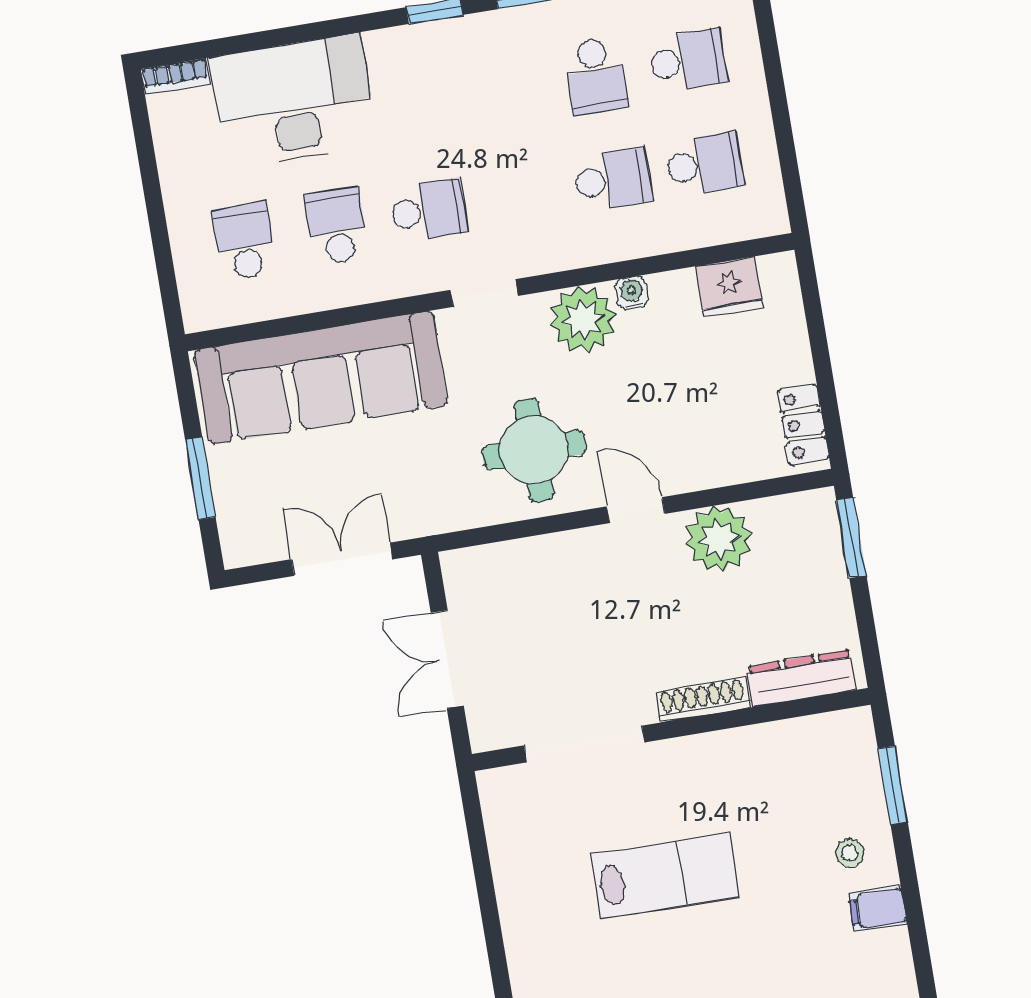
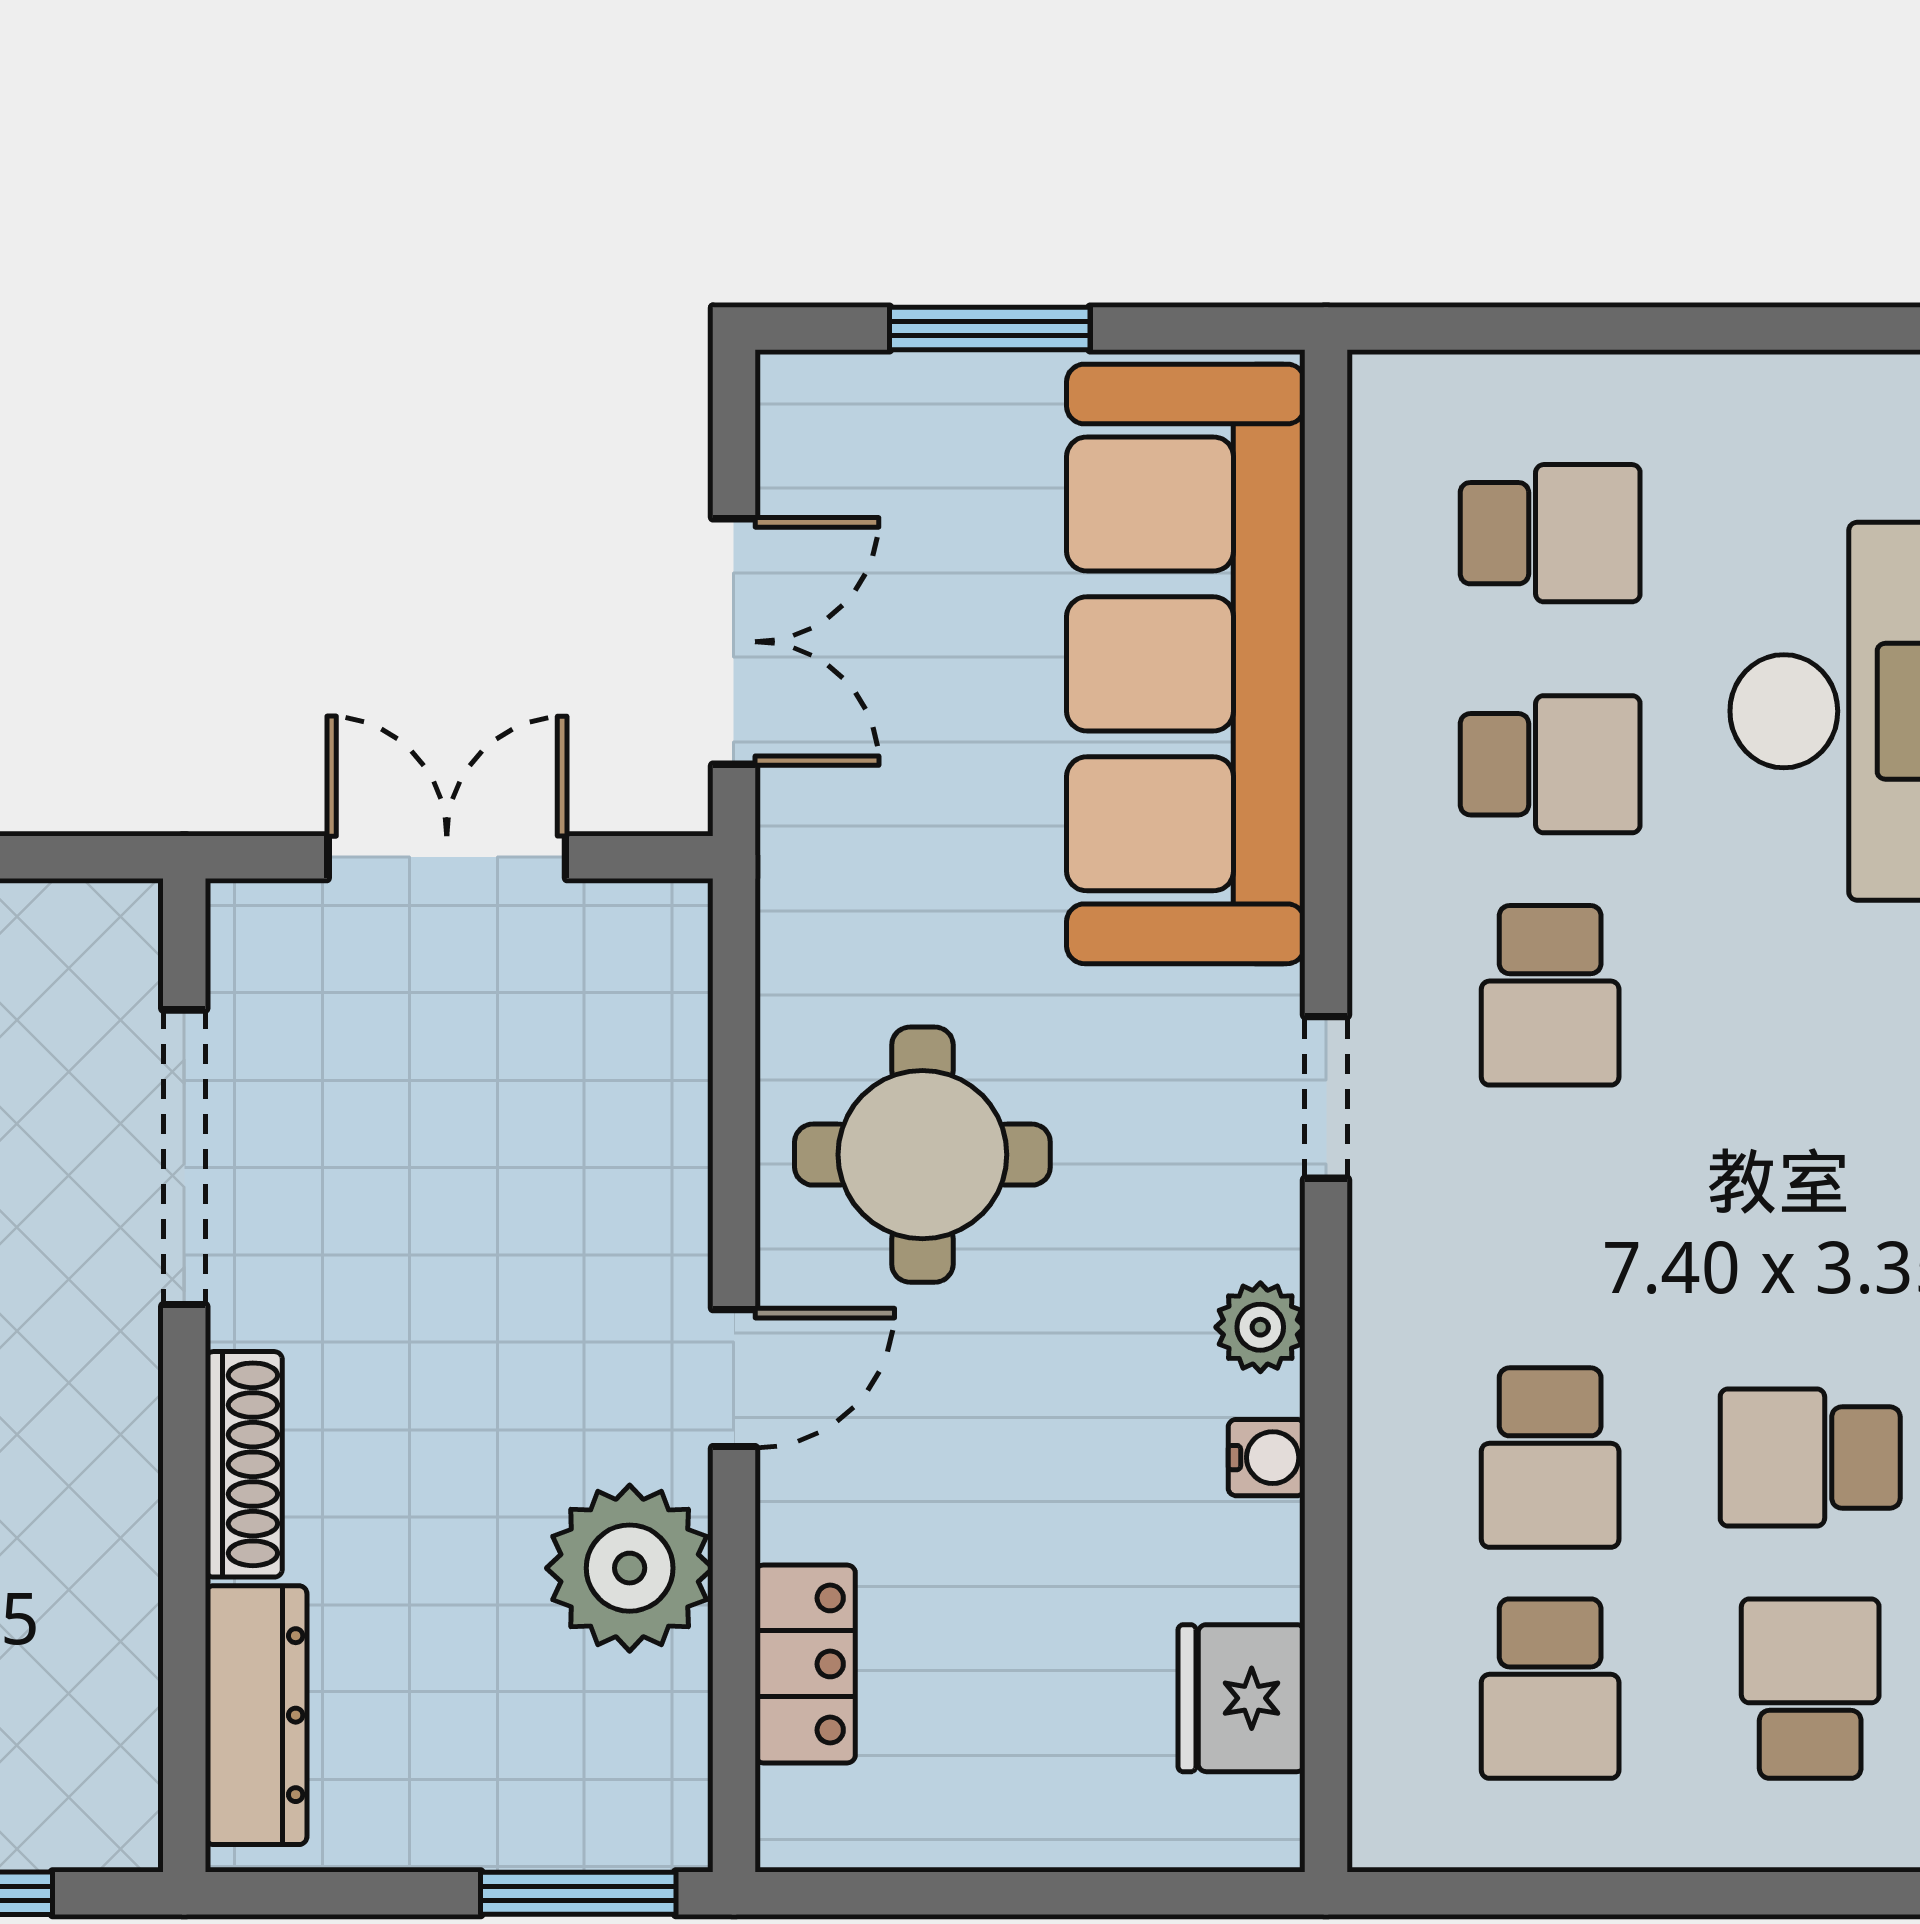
school desk: (688, 61) -> (1810, 1689), turned 180
plant: (583, 319) -> (1260, 1327), width x0.53, depth x0.53
locker: (803, 424) -> (805, 1664), moved, turned 90

